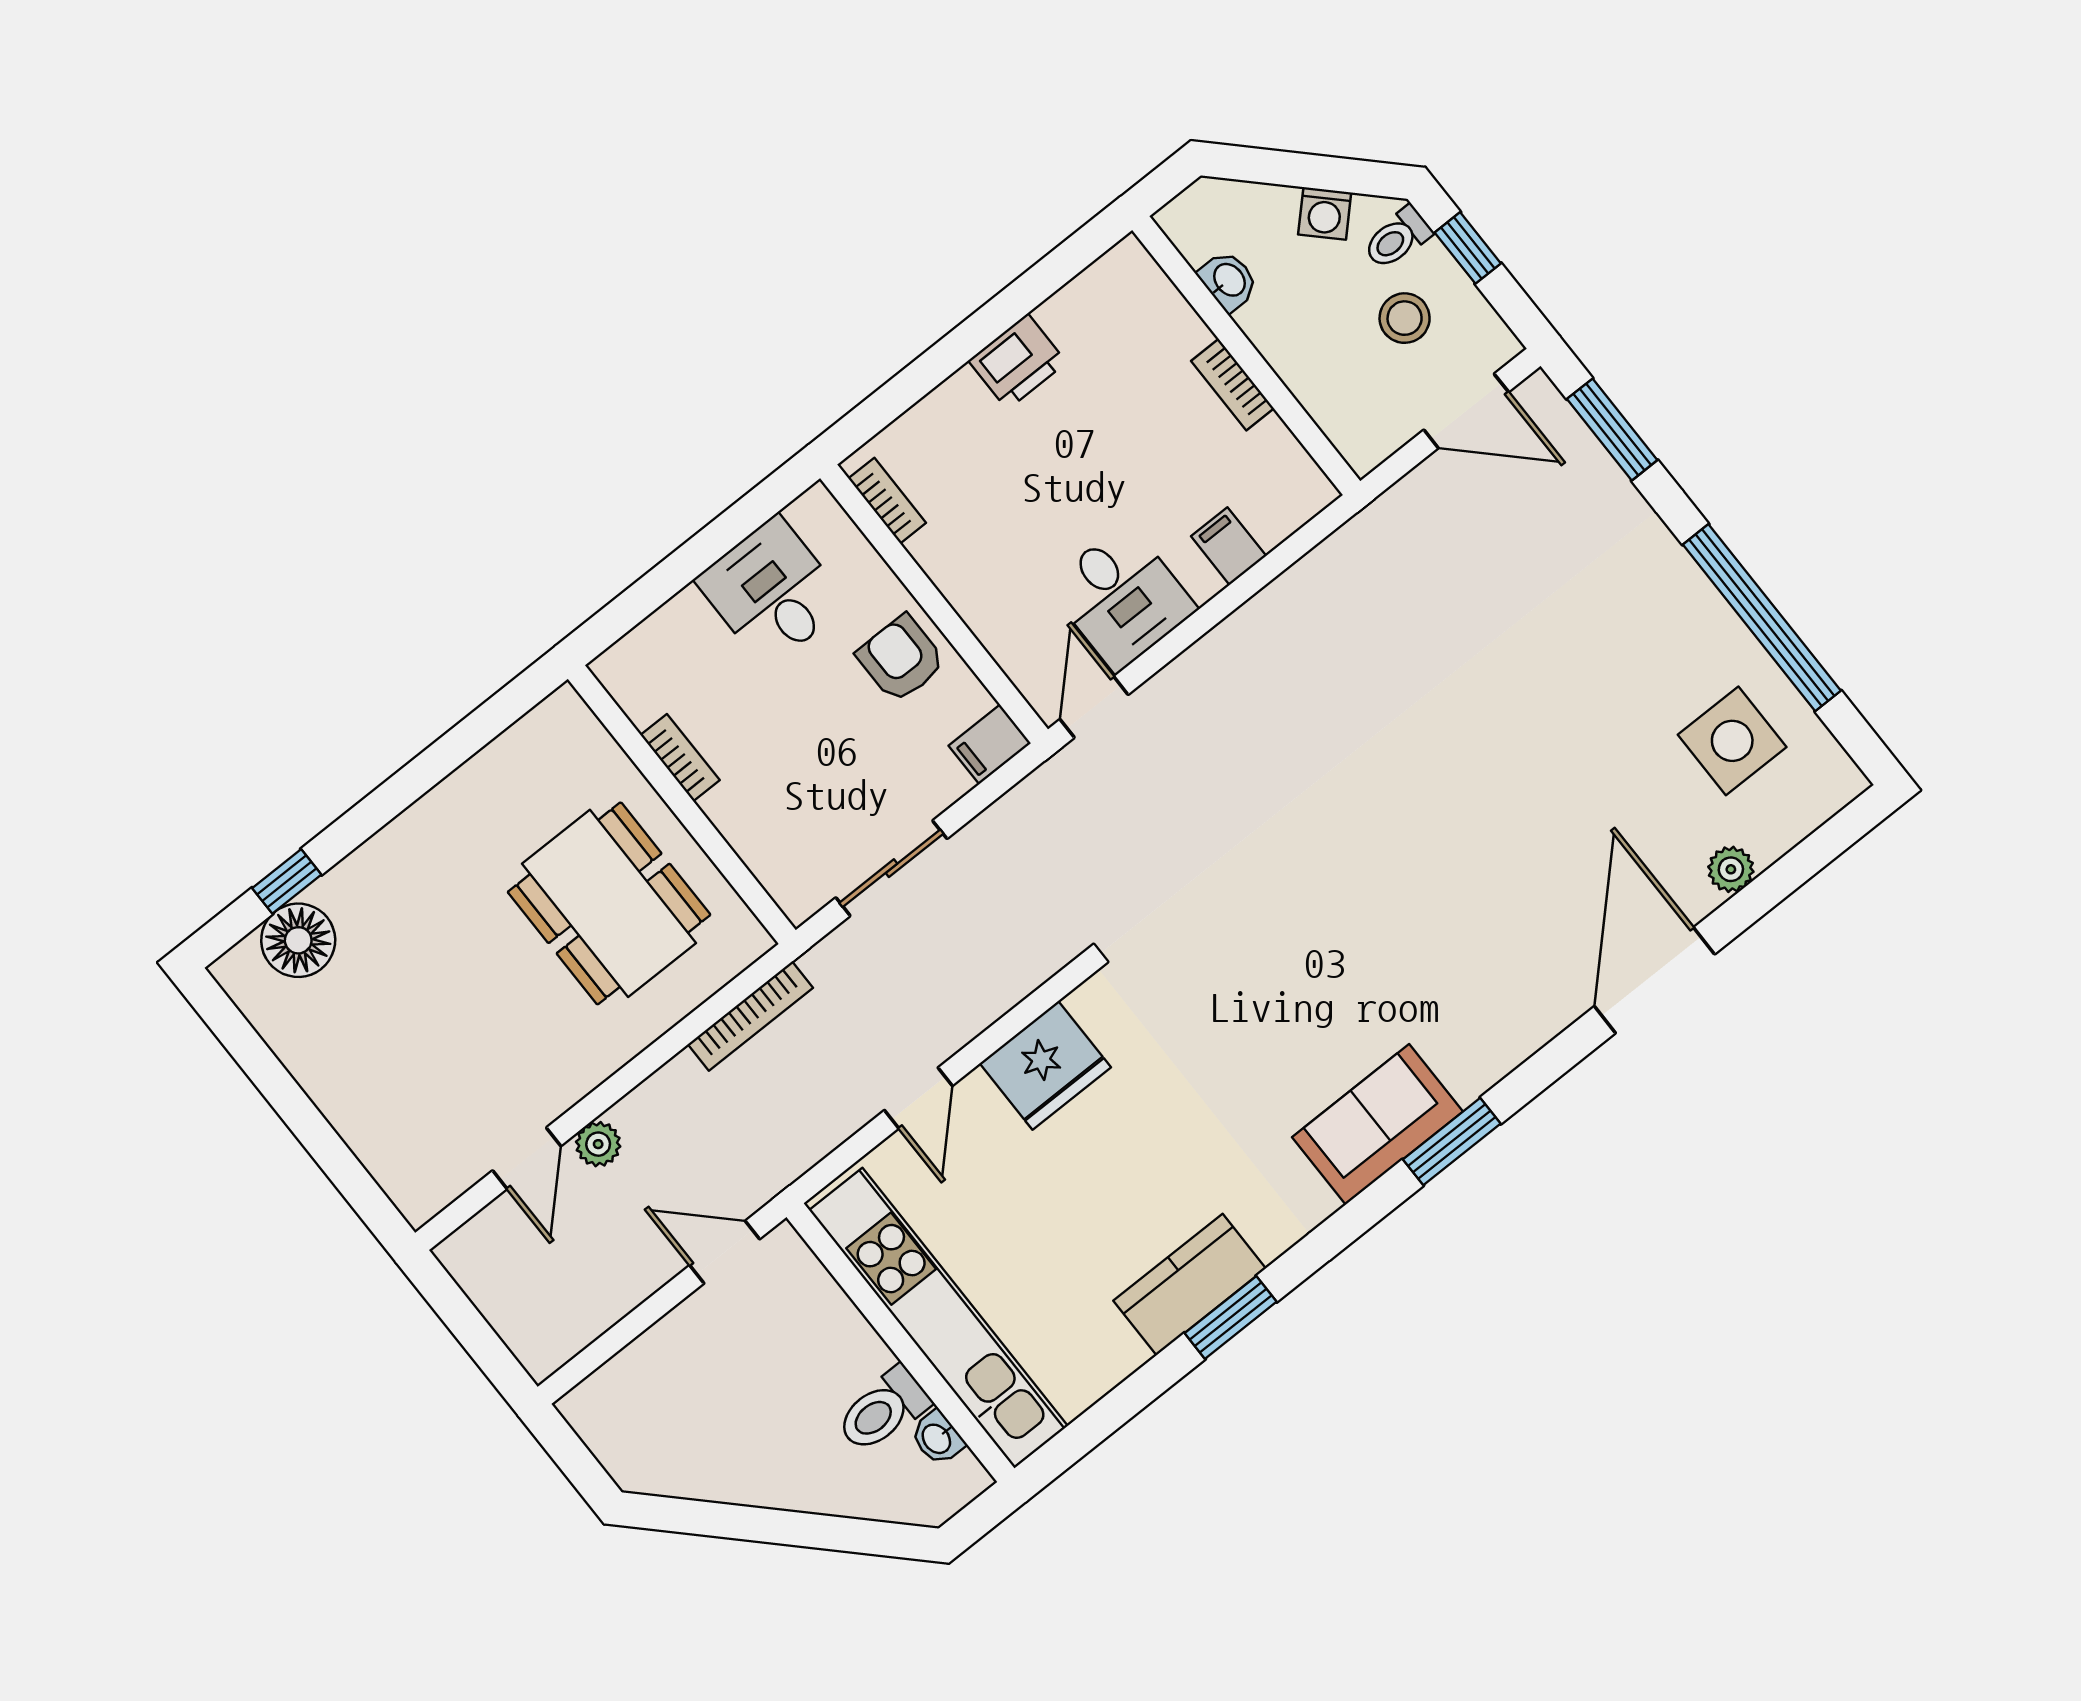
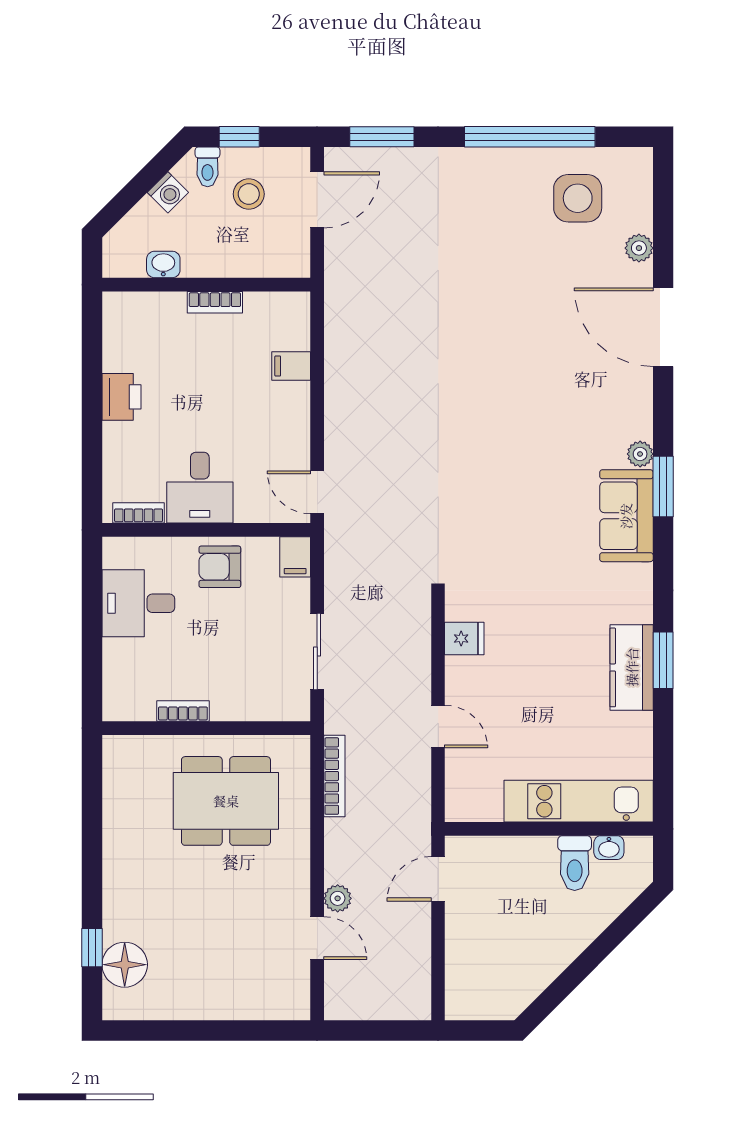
desk: (1122, 597) -> (200, 488), moved, turned 90
fridge: (1045, 1065) -> (464, 638), width x0.53, depth x0.75
plant: (1470, 1079) -> (640, 454), added
kitchen unit: (938, 1318) -> (579, 801), width x0.73

